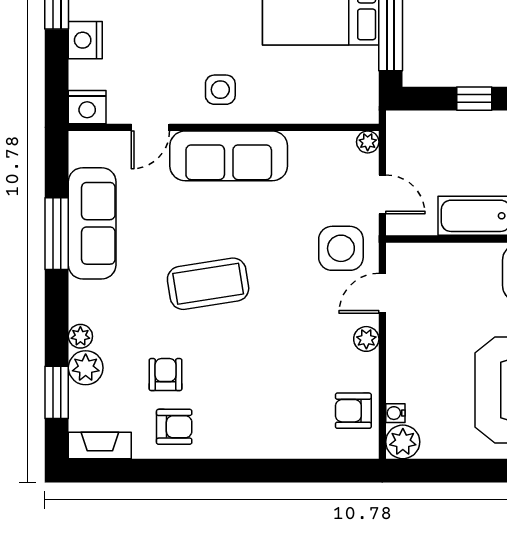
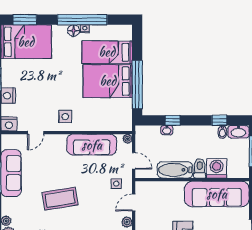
washbasin: (460, 122) -> (167, 130), added
sofa: (229, 156) -> (92, 145), moved
side table: (341, 248) -> (116, 184), width x0.54, depth x0.54

